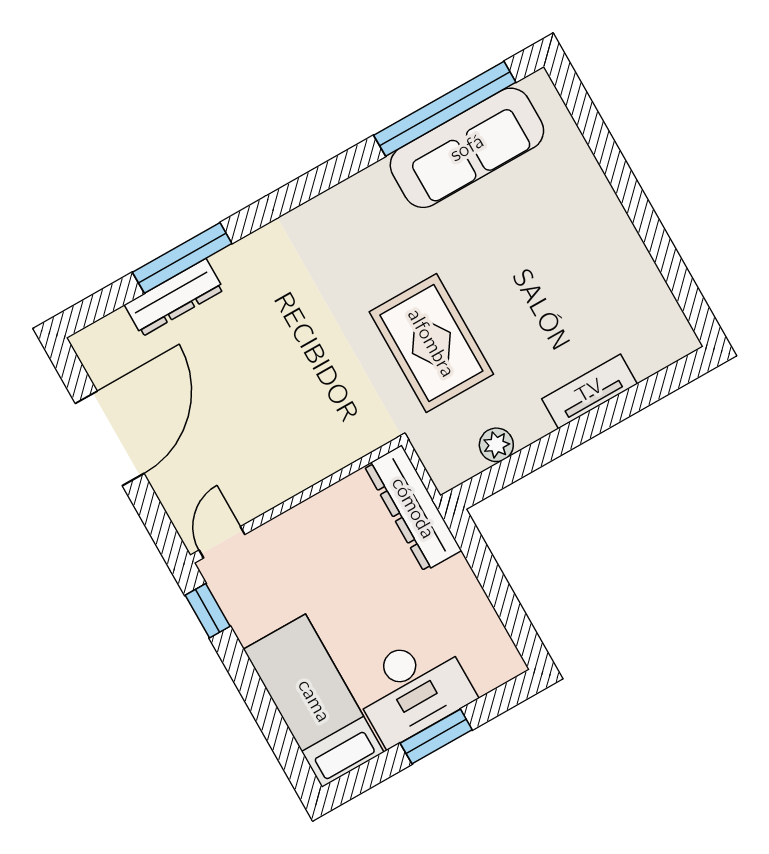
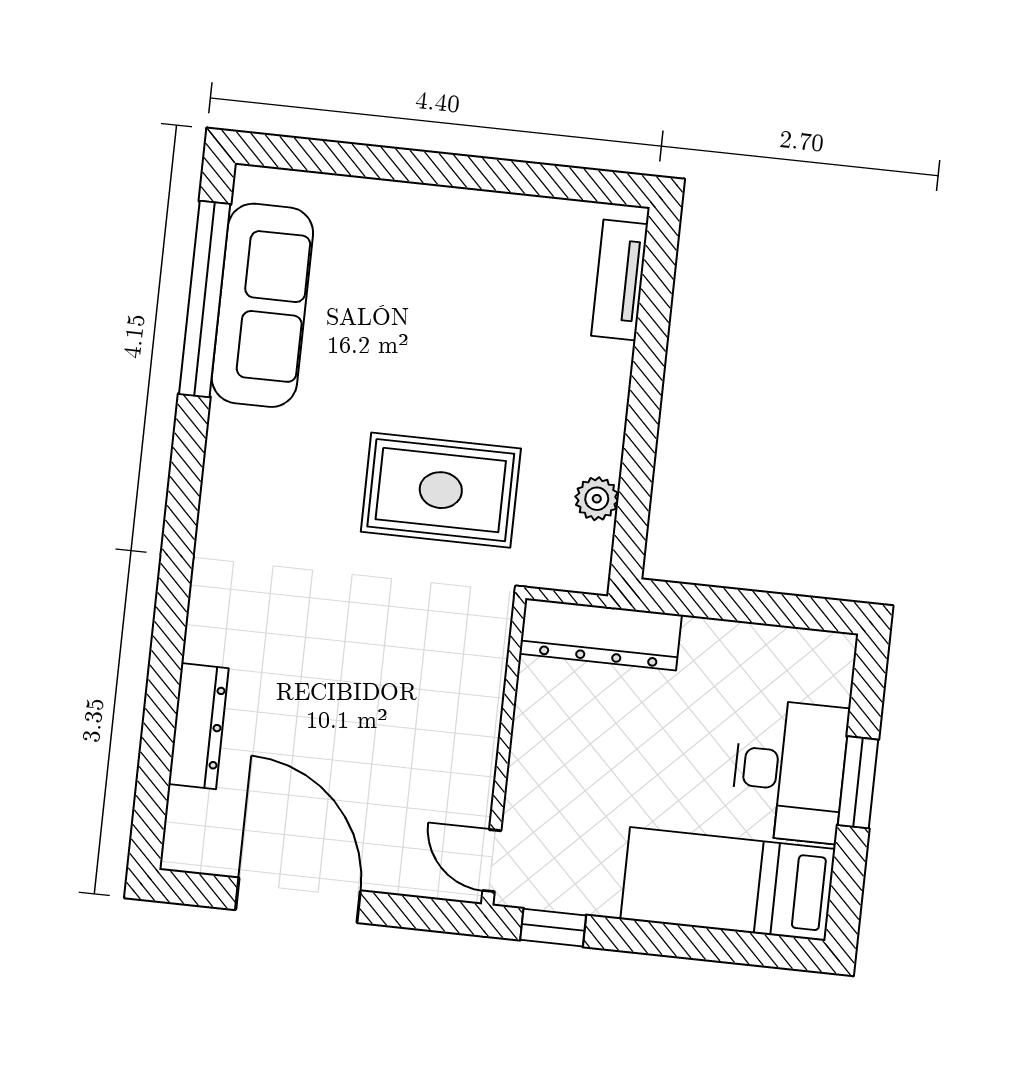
window: (182, 258) -> (163, 688), removed
tv unit: (589, 391) -> (620, 280), moved

